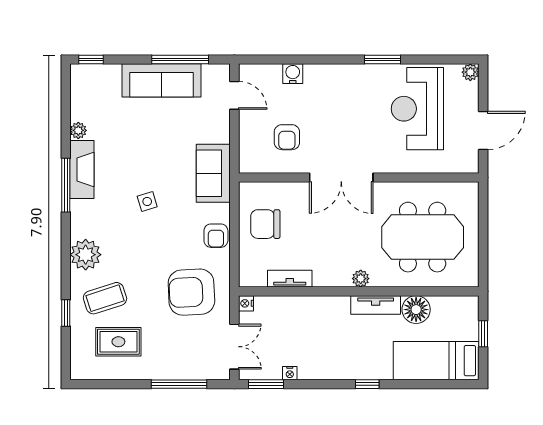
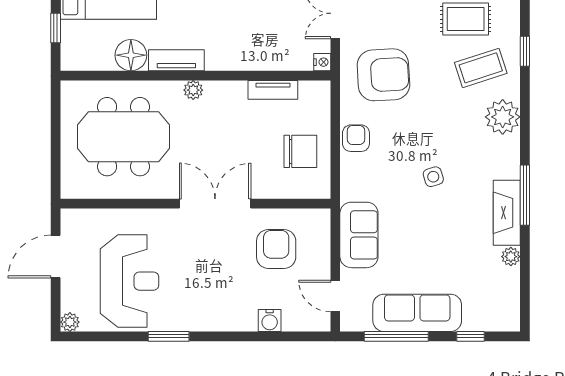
window: (91, 59) -> (471, 336), moved
armchair: (287, 137) -> (276, 249), width x1.38, depth x1.38
sofa: (213, 173) -> (359, 235), moved

